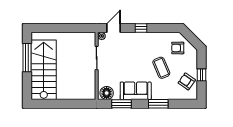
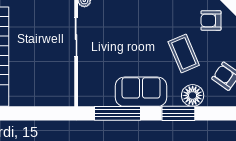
floor lamp: (107, 93) -> (193, 95), moved
window: (122, 104) -> (117, 113), width x1.44

